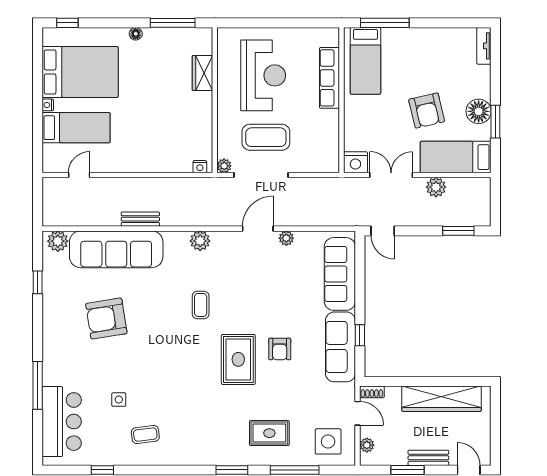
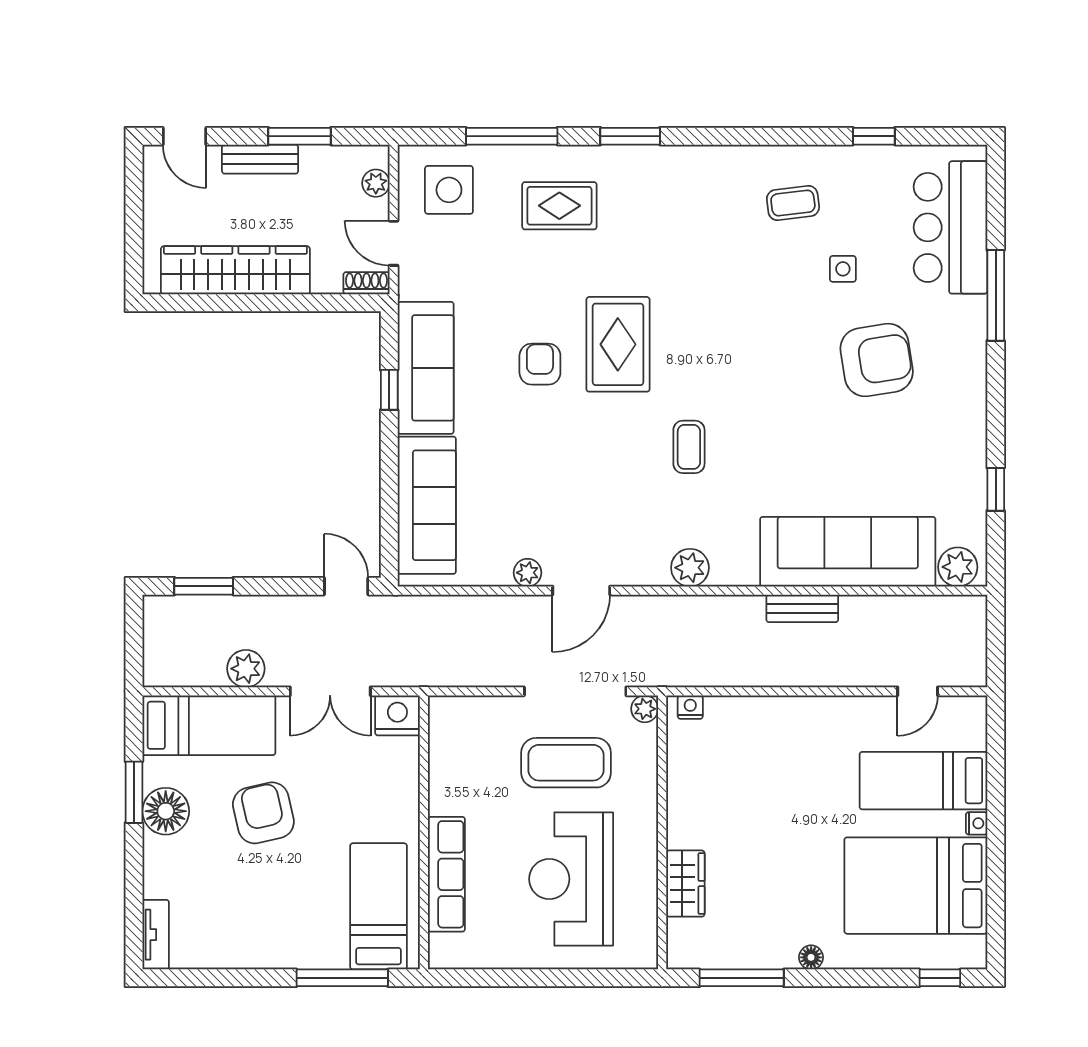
armchair: (106, 318) -> (877, 360), moved

